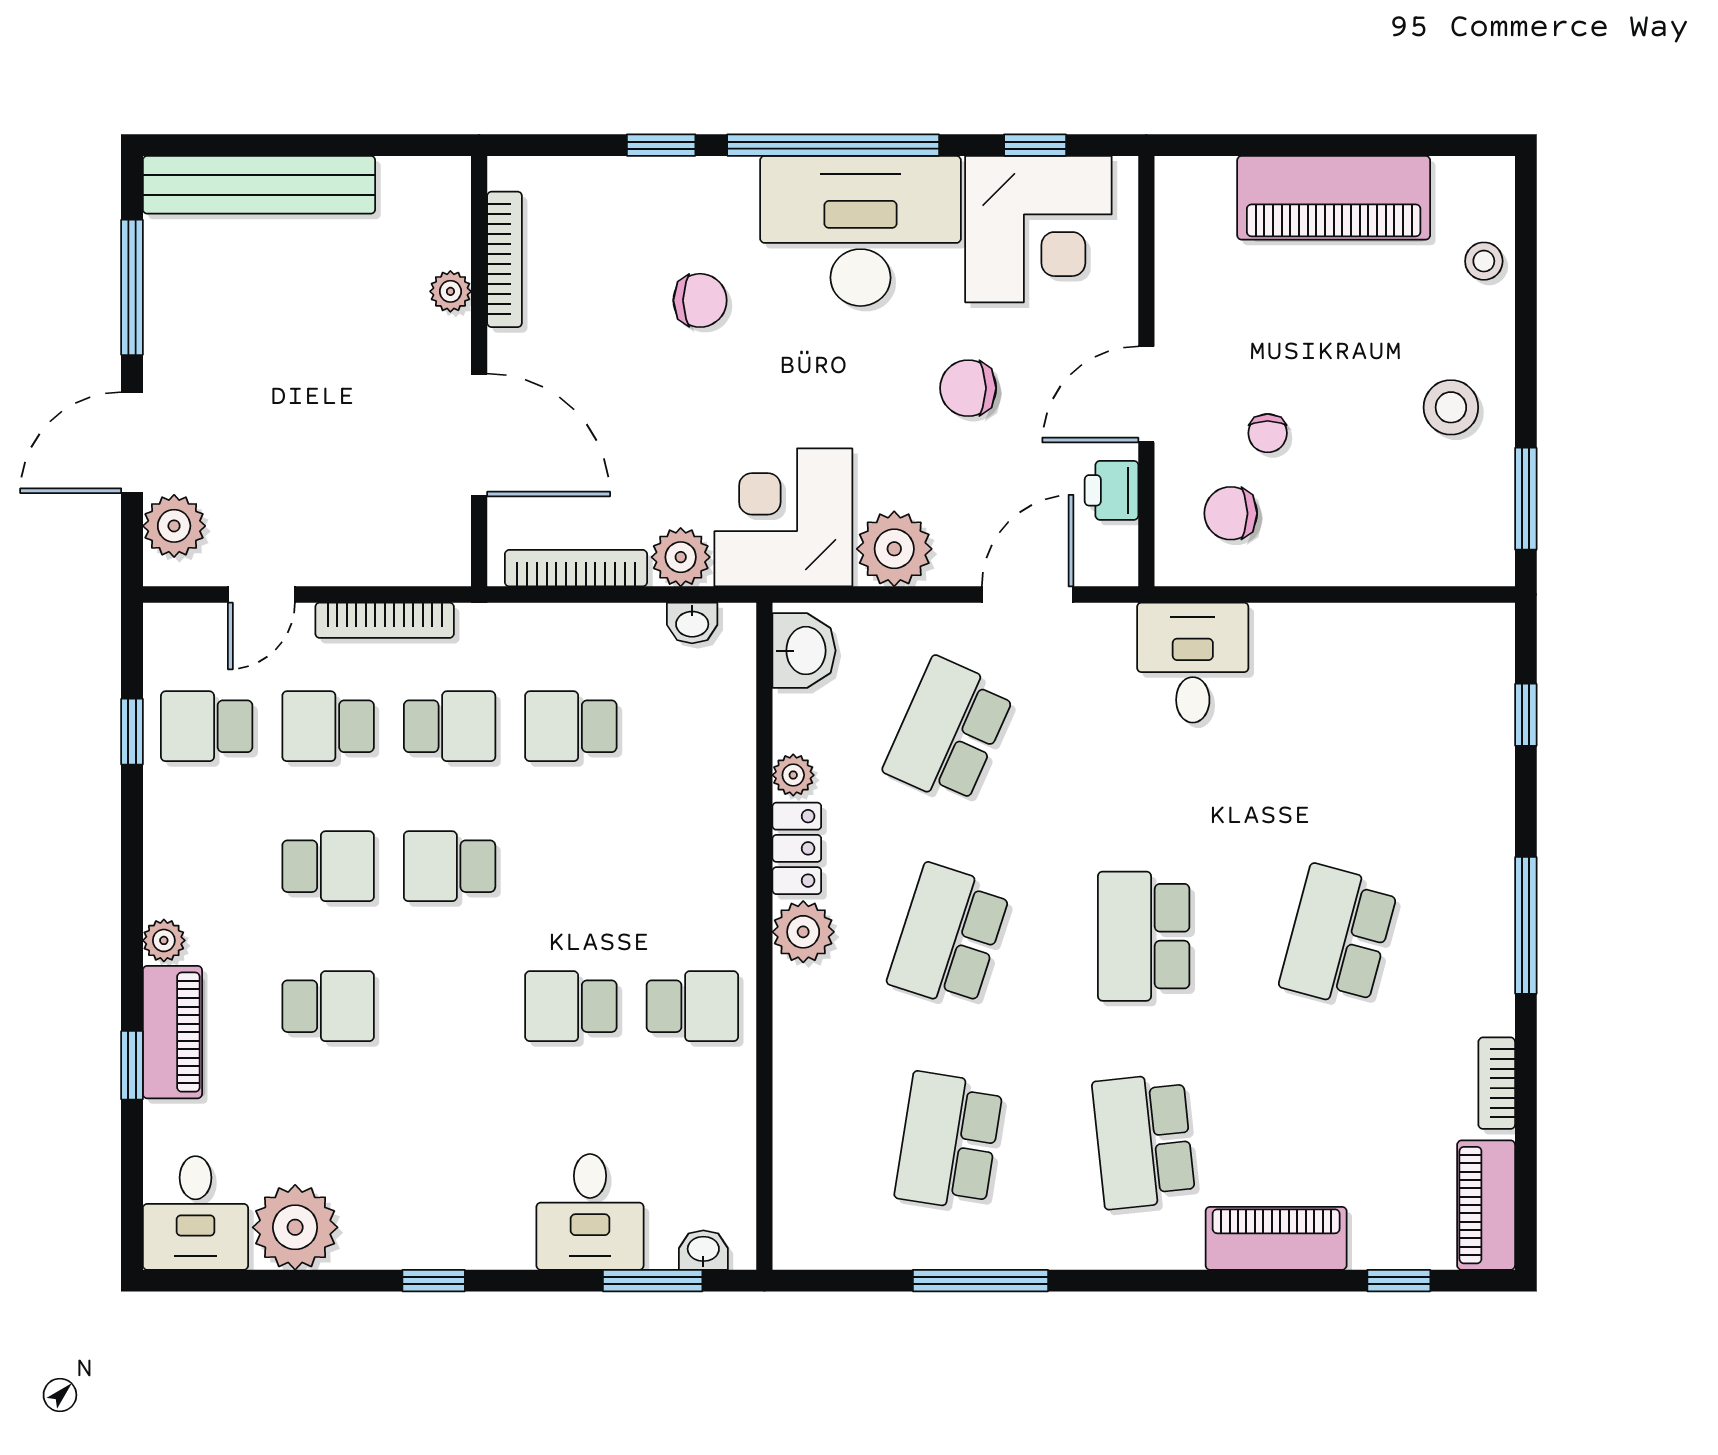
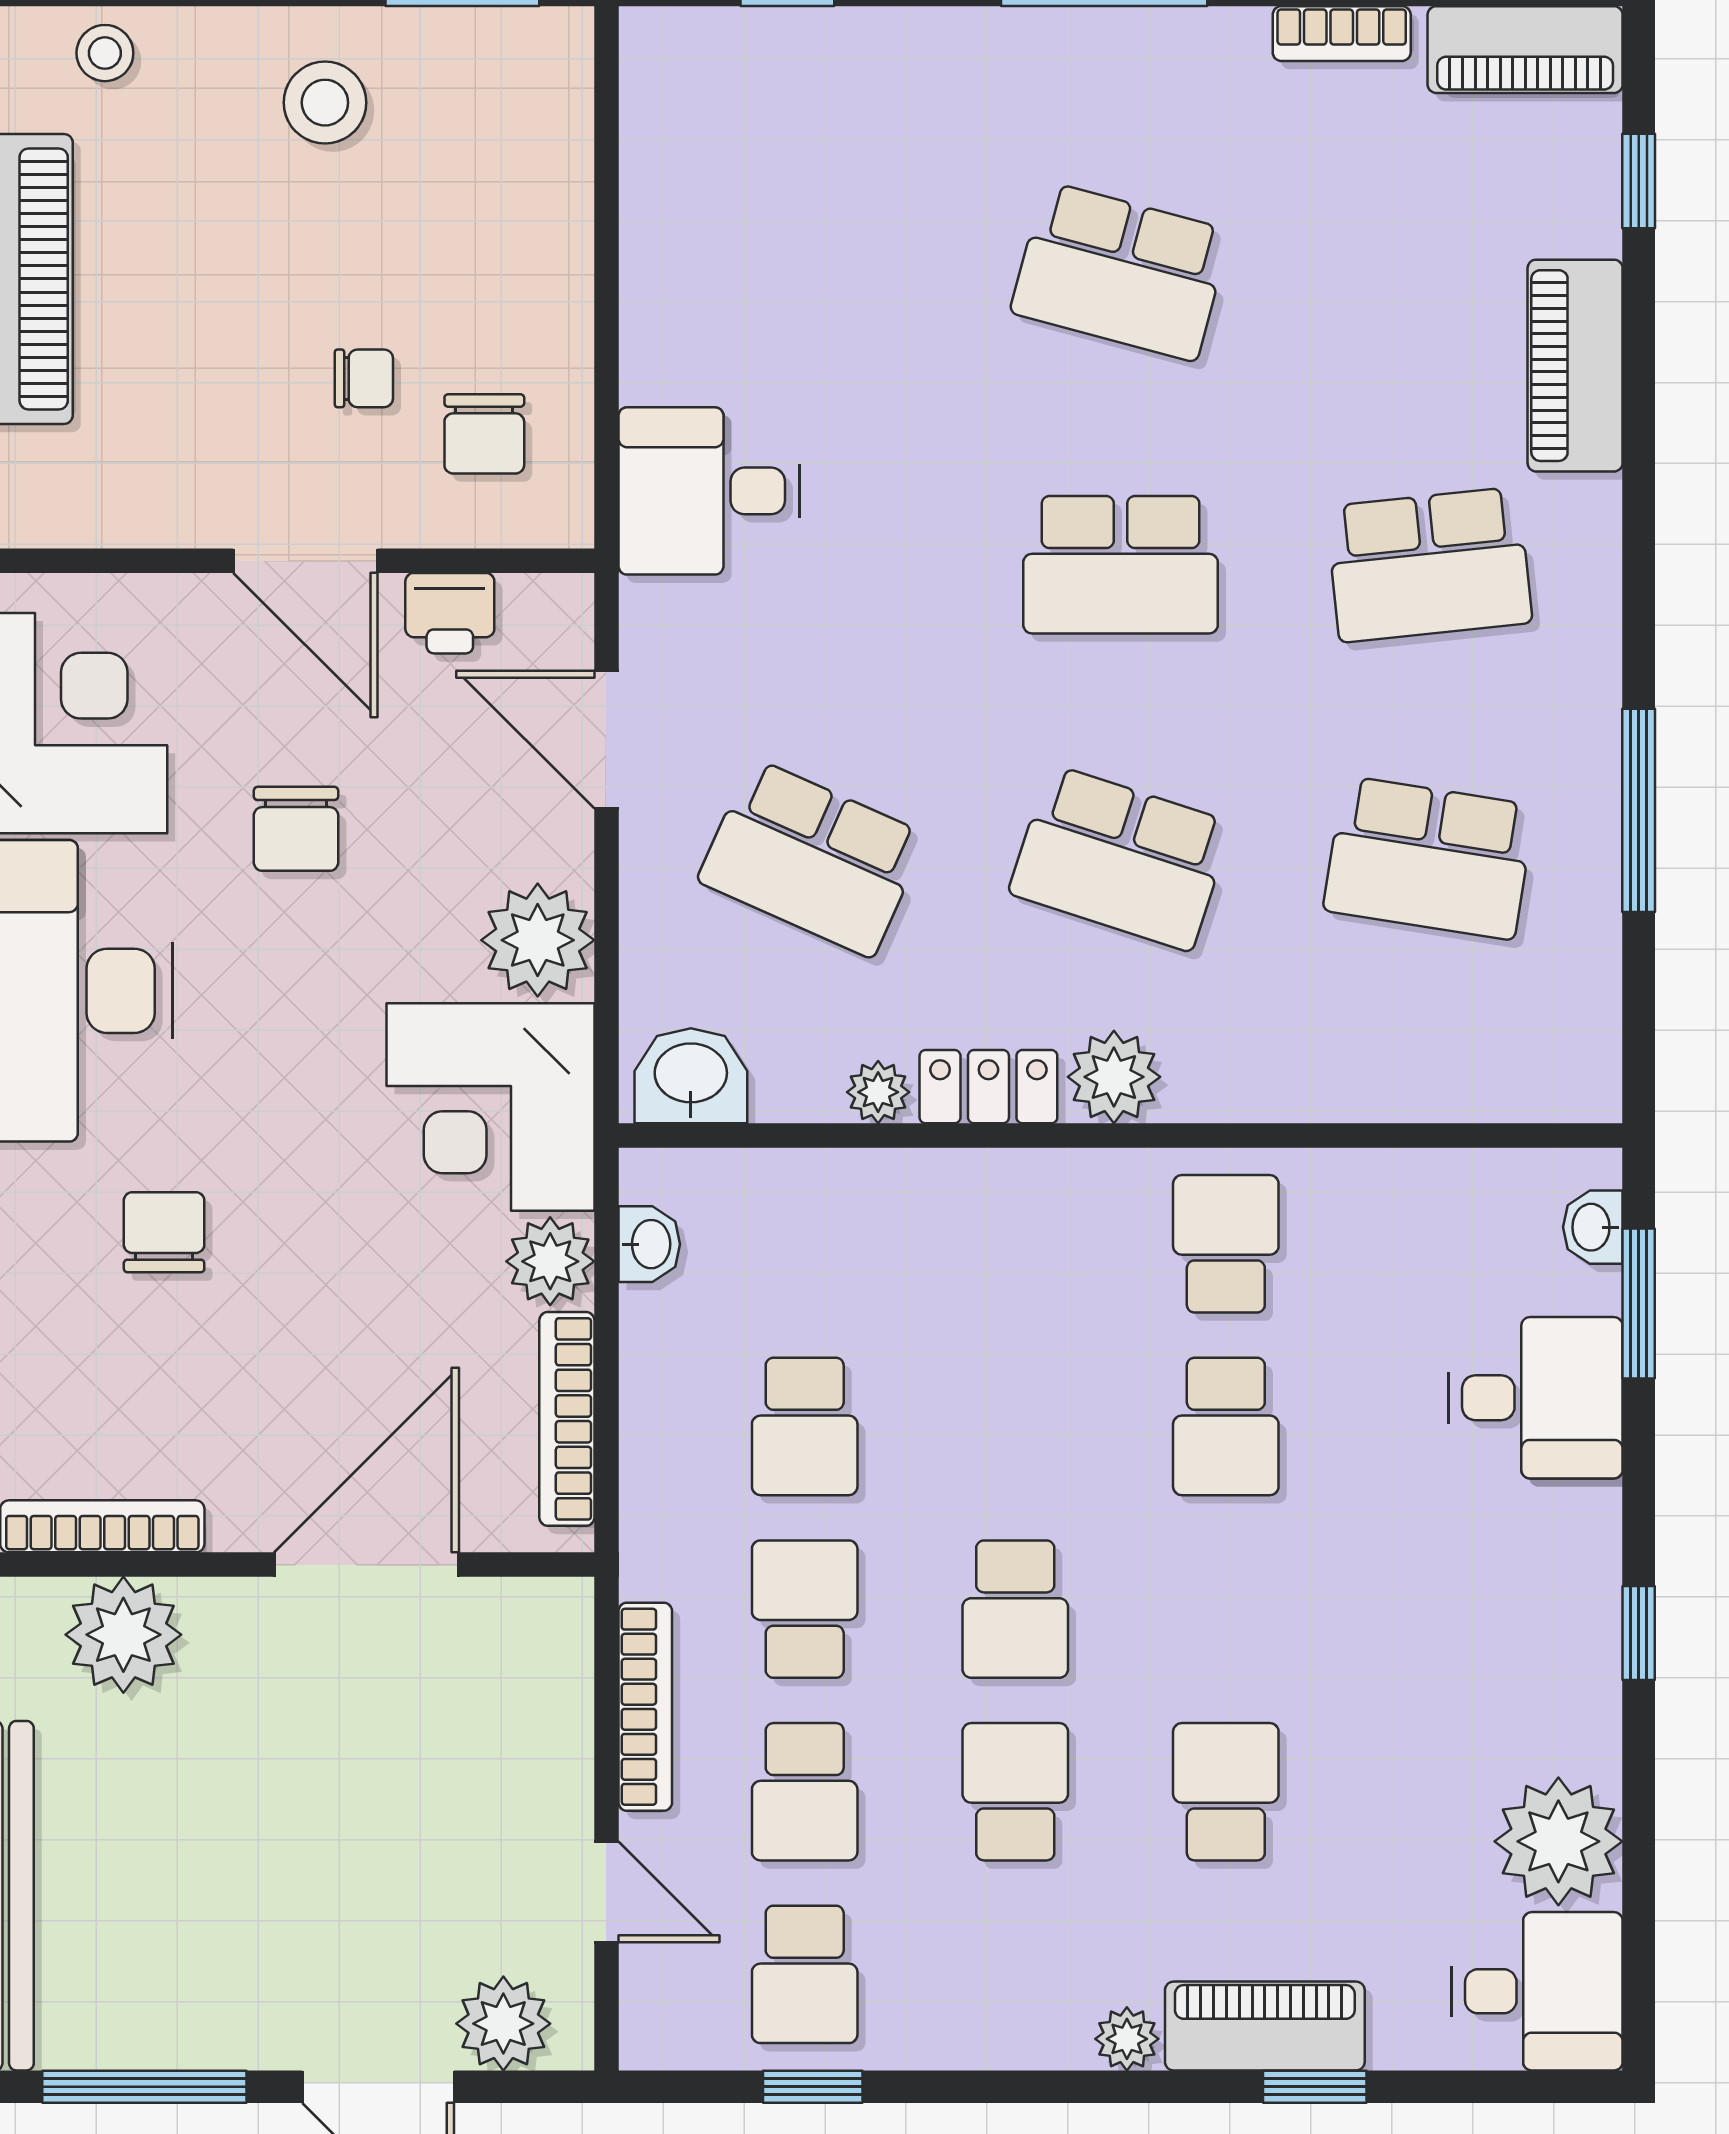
plant: (450, 291) -> (123, 1635), width x1.88, depth x1.88

